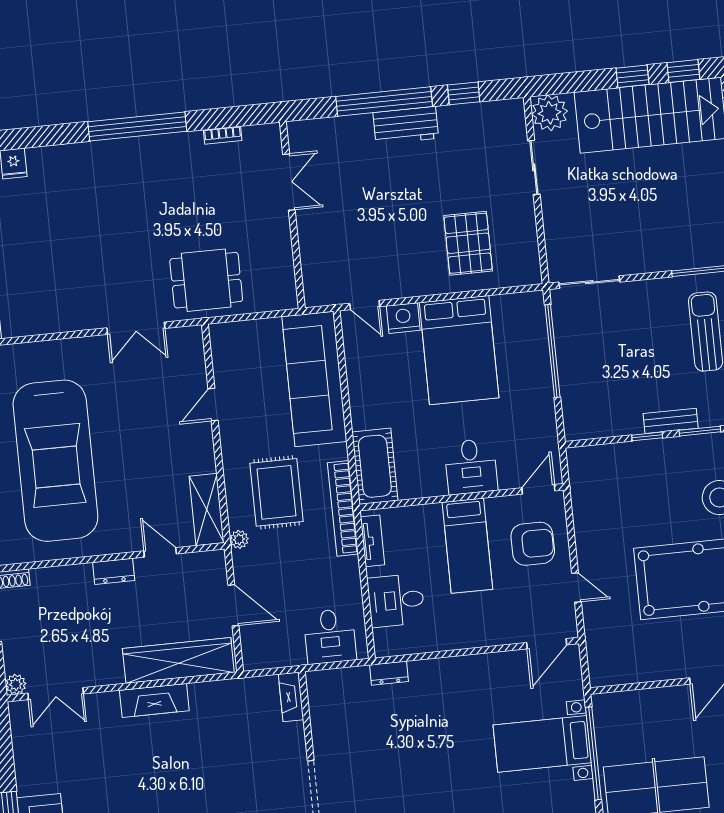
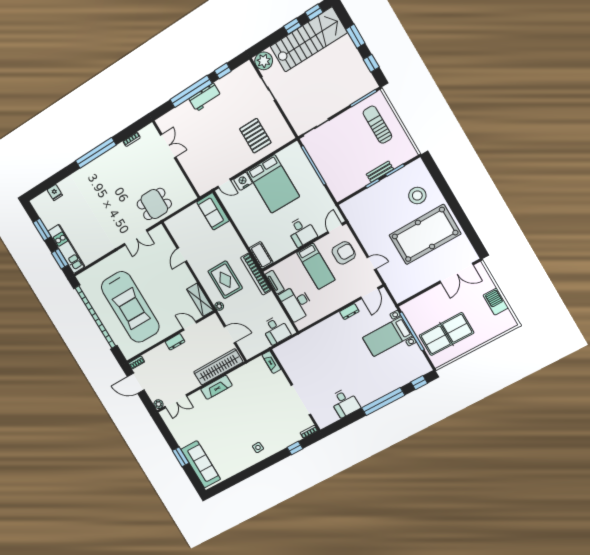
sofa: (314, 379) -> (213, 211), width x0.54, depth x0.79
cot: (375, 466) -> (261, 255), width x0.73, depth x0.75
desk: (396, 600) -> (296, 303), width x1.37
dresser: (389, 673) -> (349, 312), moved

